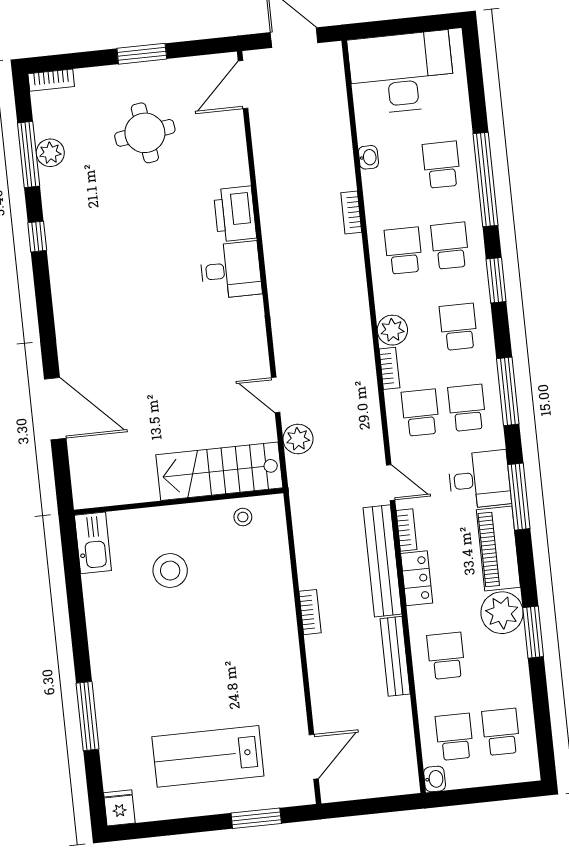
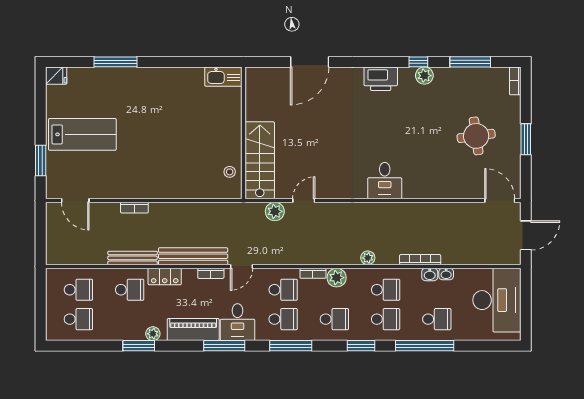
plant: (50, 153) -> (424, 76), moved
bookcase: (351, 213) -> (420, 260), width x1.56
printer: (235, 214) -> (381, 79), moved, turned 180
plant: (356, 284) -> (368, 258), added
stool: (170, 571) -> (201, 123), removed
locker: (417, 578) -> (165, 276), moved
bookcase: (310, 612) -> (134, 208), moved
plant: (502, 613) -> (153, 334), width x0.53, depth x0.53
lab bench: (208, 756) -> (82, 134), turned 90
washbasin: (435, 779) -> (430, 274), moved

